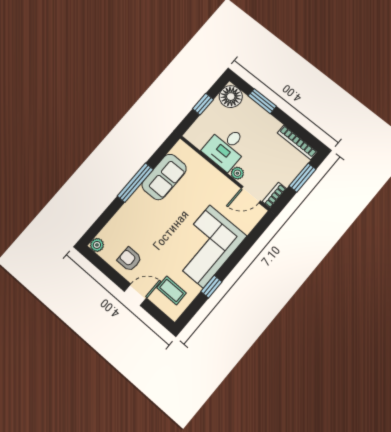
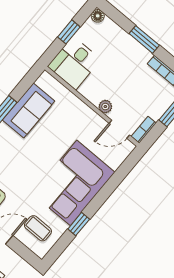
floor lamp: (231, 97) -> (98, 16), width x0.53, depth x0.53
window: (262, 101) -> (144, 39), moved
desk: (226, 148) -> (74, 63), moved

